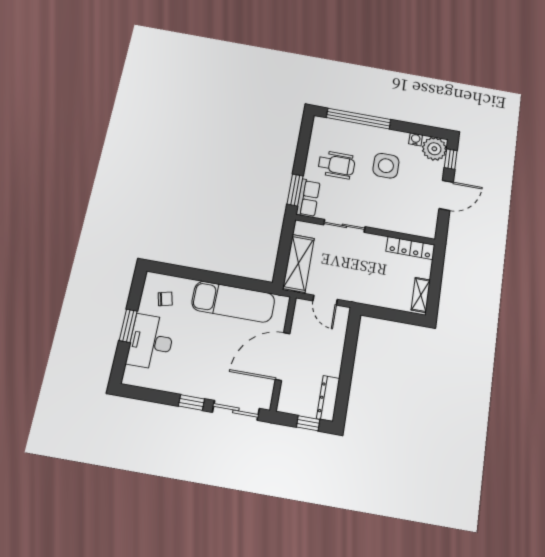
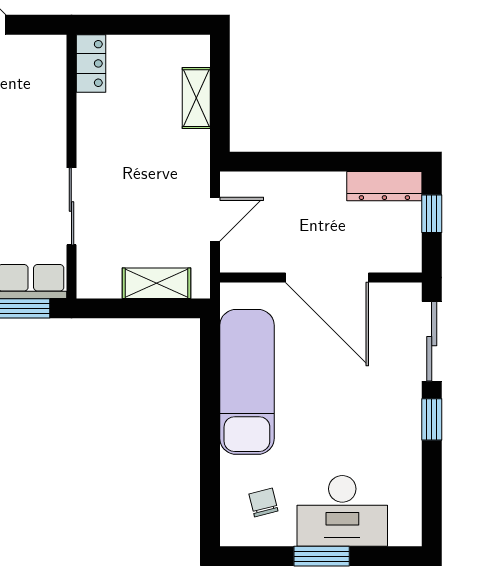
locker: (410, 248) -> (91, 63), width x0.66
shelving: (299, 263) -> (156, 283), width x0.67, depth x0.75
shelving: (421, 295) -> (196, 98), moved, turned 90

